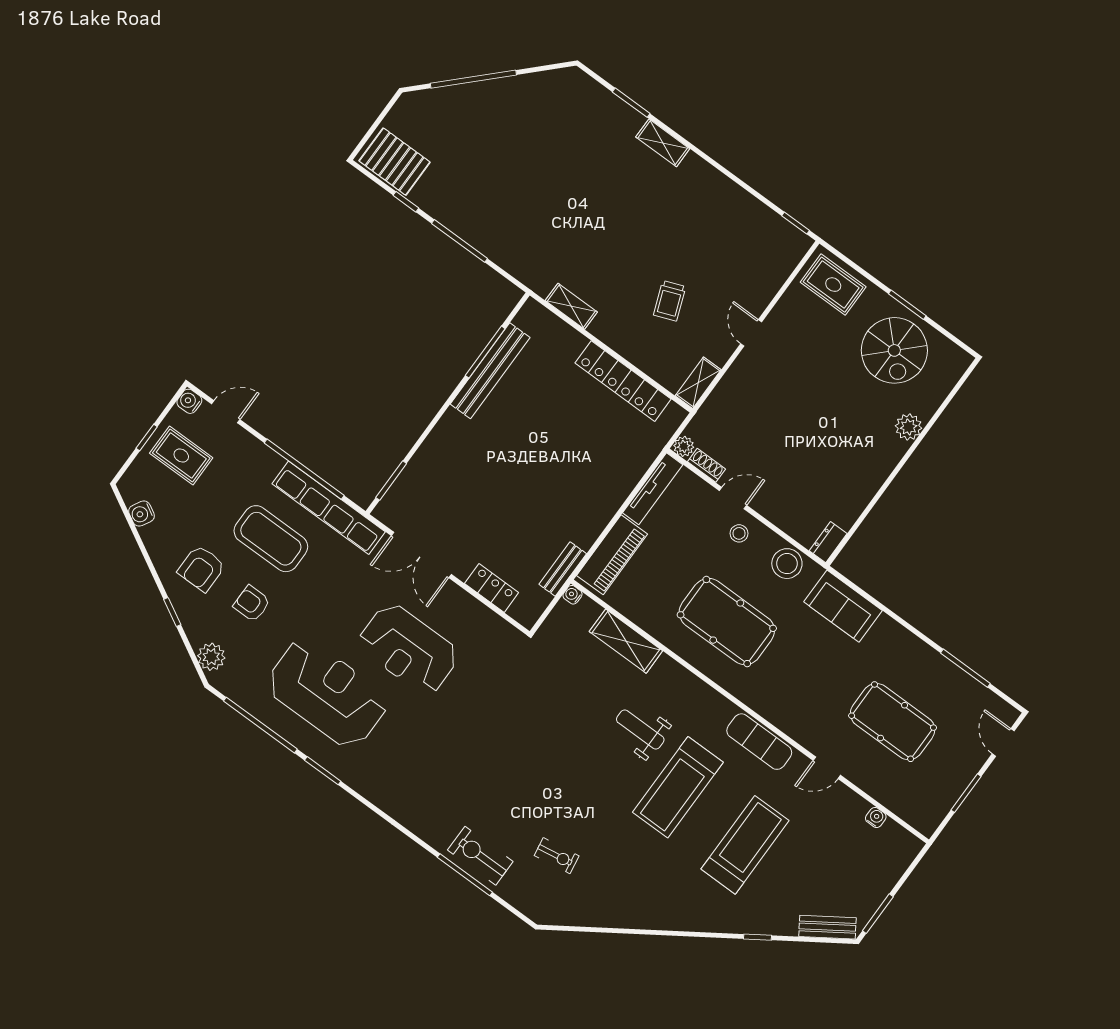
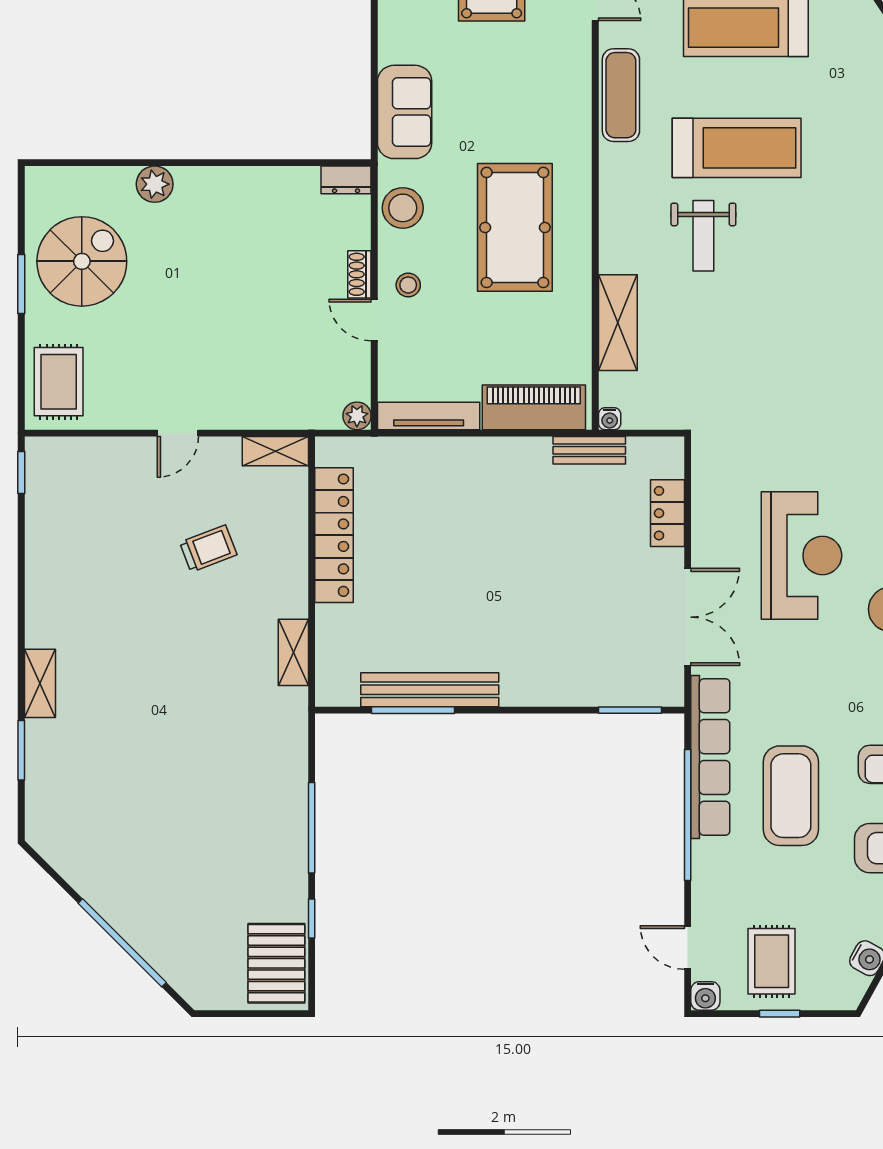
shoe rack: (707, 465) -> (359, 274), moved

